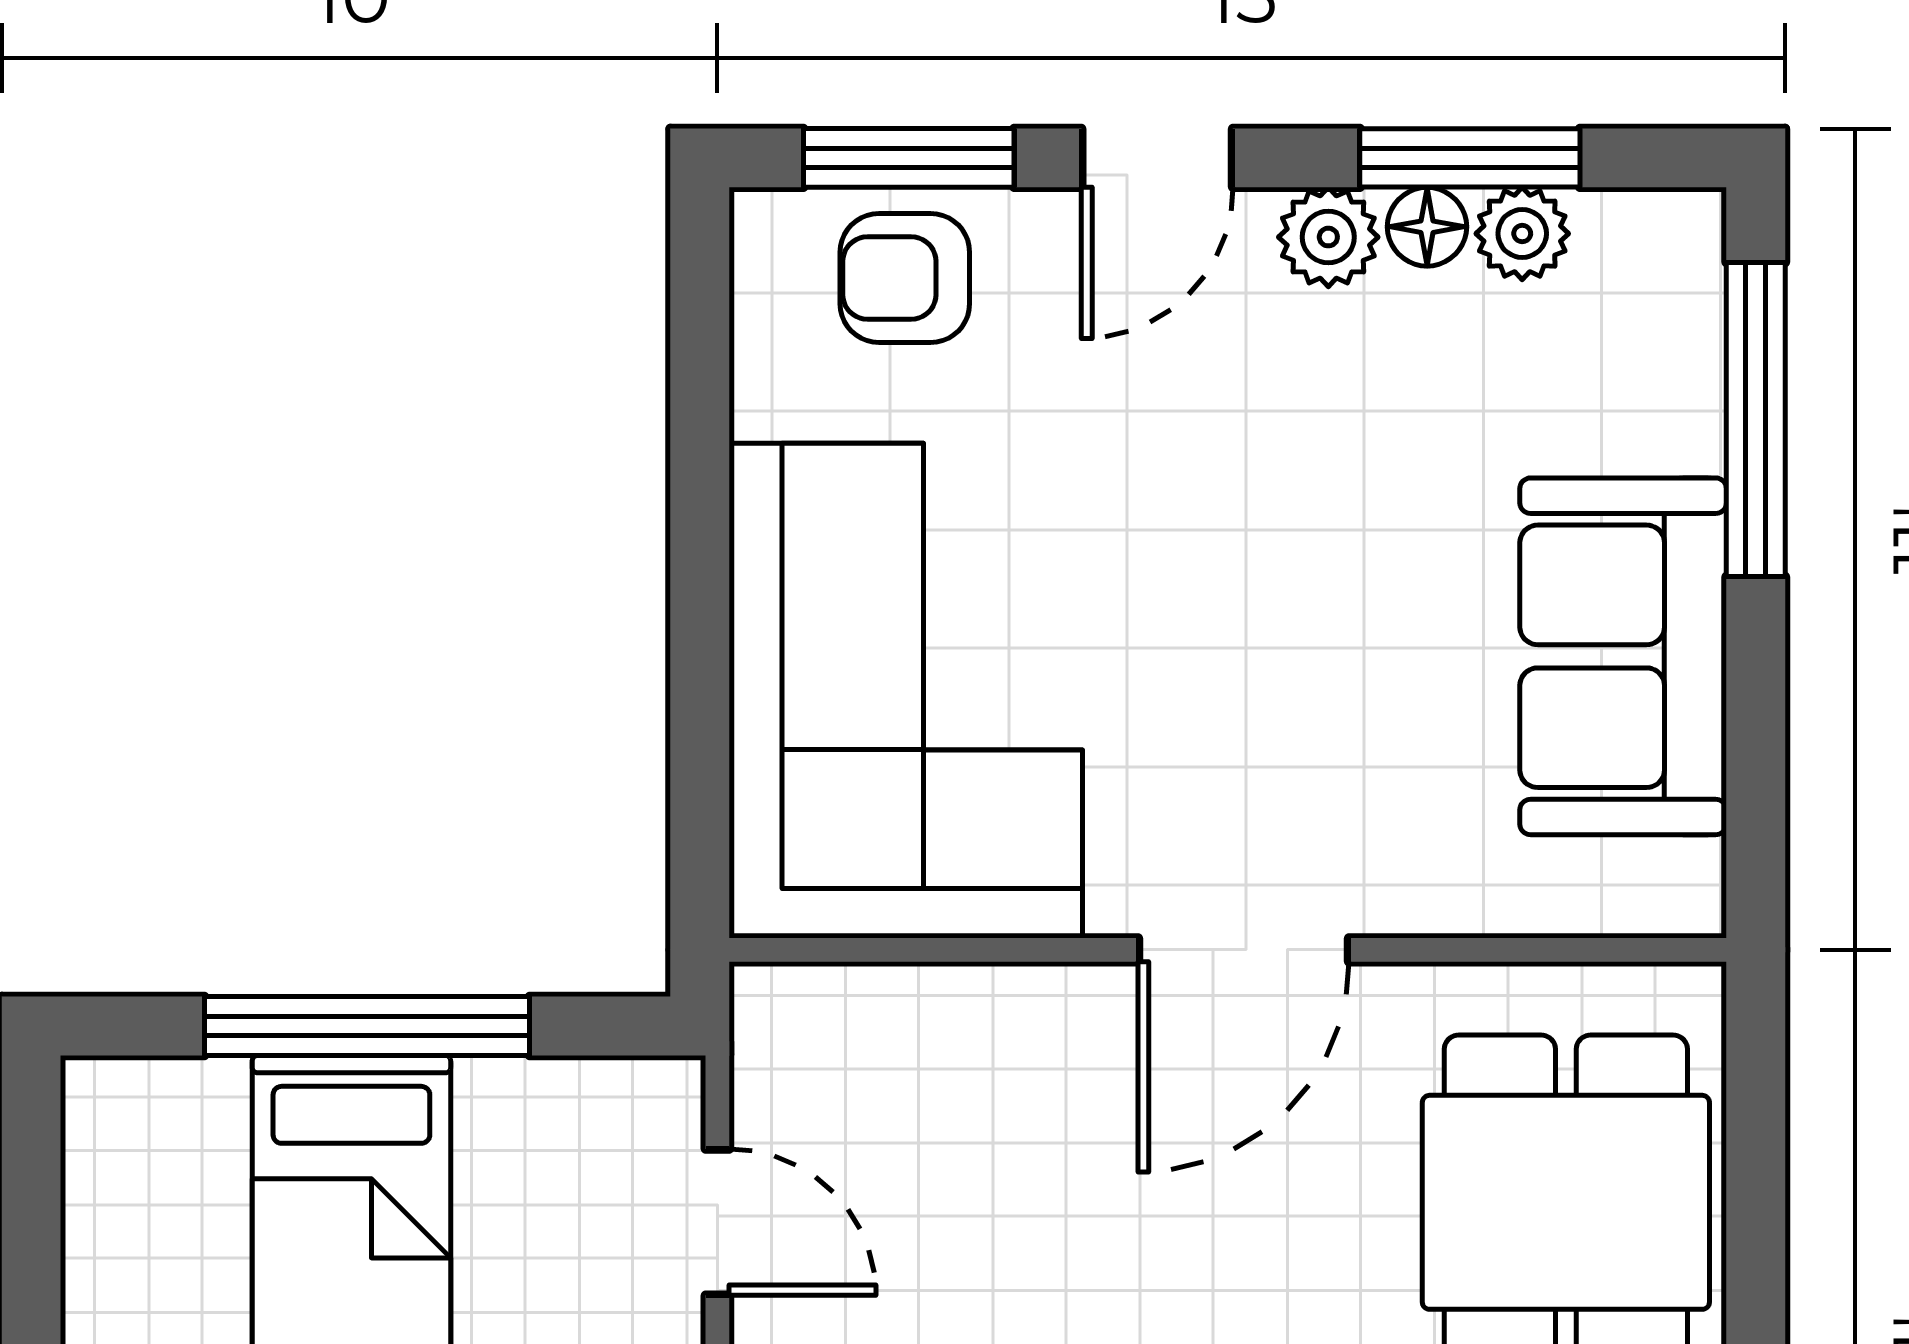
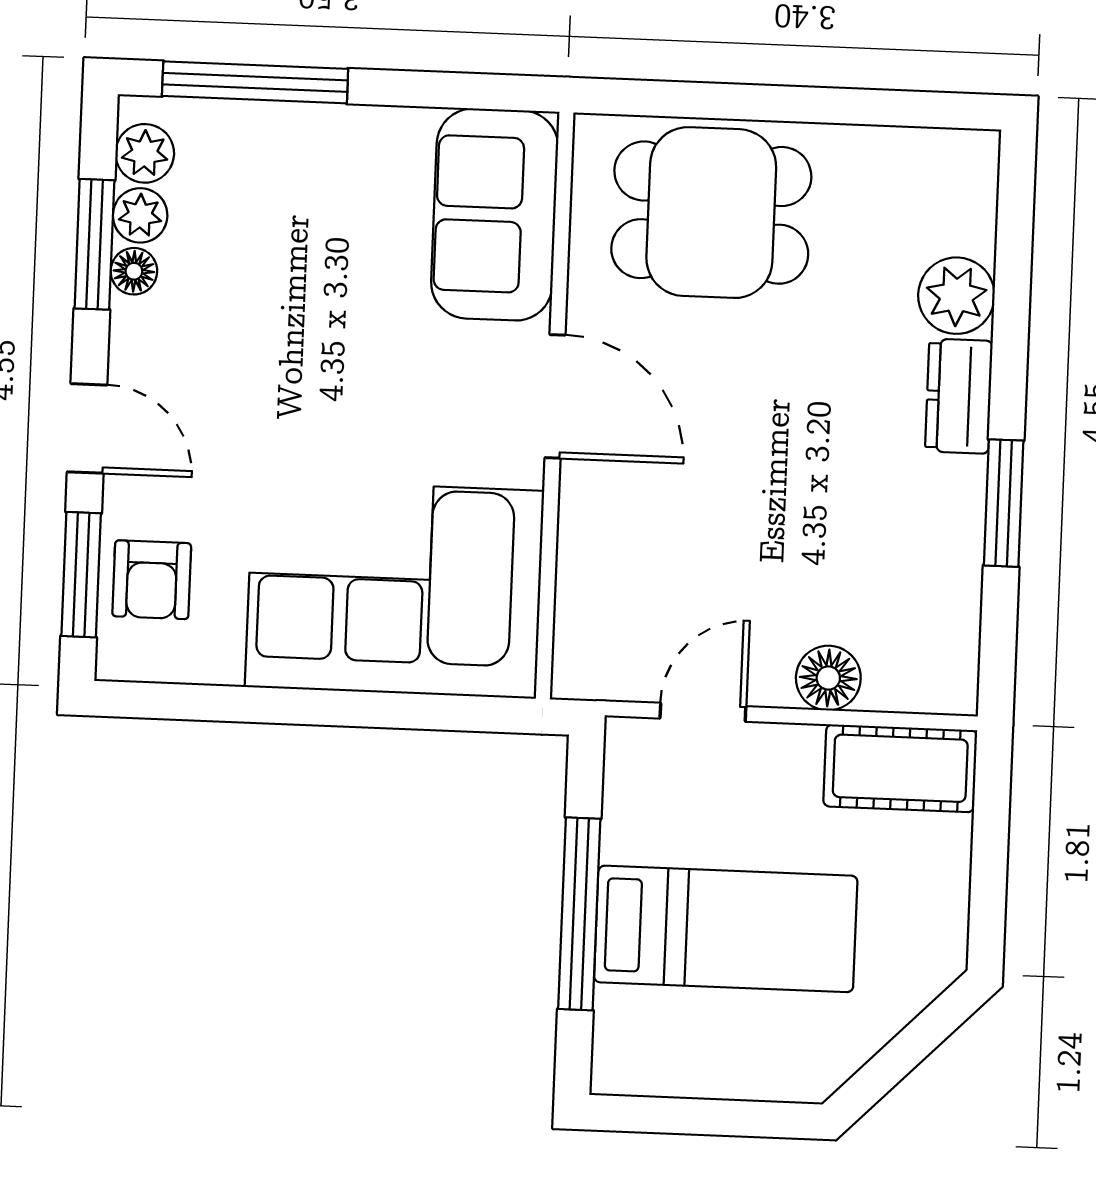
plant: (1328, 237) -> (145, 153), moved
sofa: (1623, 656) -> (495, 214), moved, turned 90

